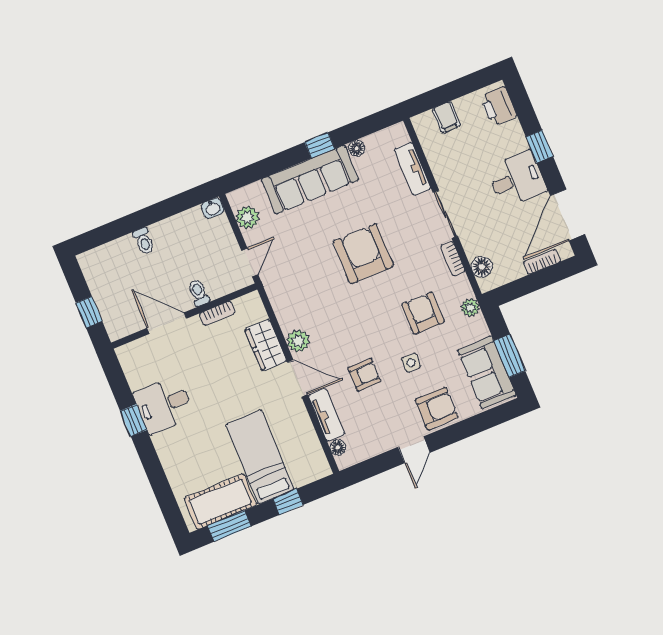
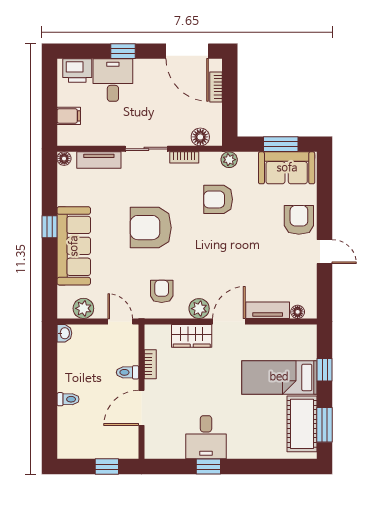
floor lamp: (357, 148) -> (64, 159), moved
desk: (517, 179) -> (113, 80), moved
side table: (411, 363) -> (254, 225), removed
armchair: (364, 375) -> (162, 291), moved

